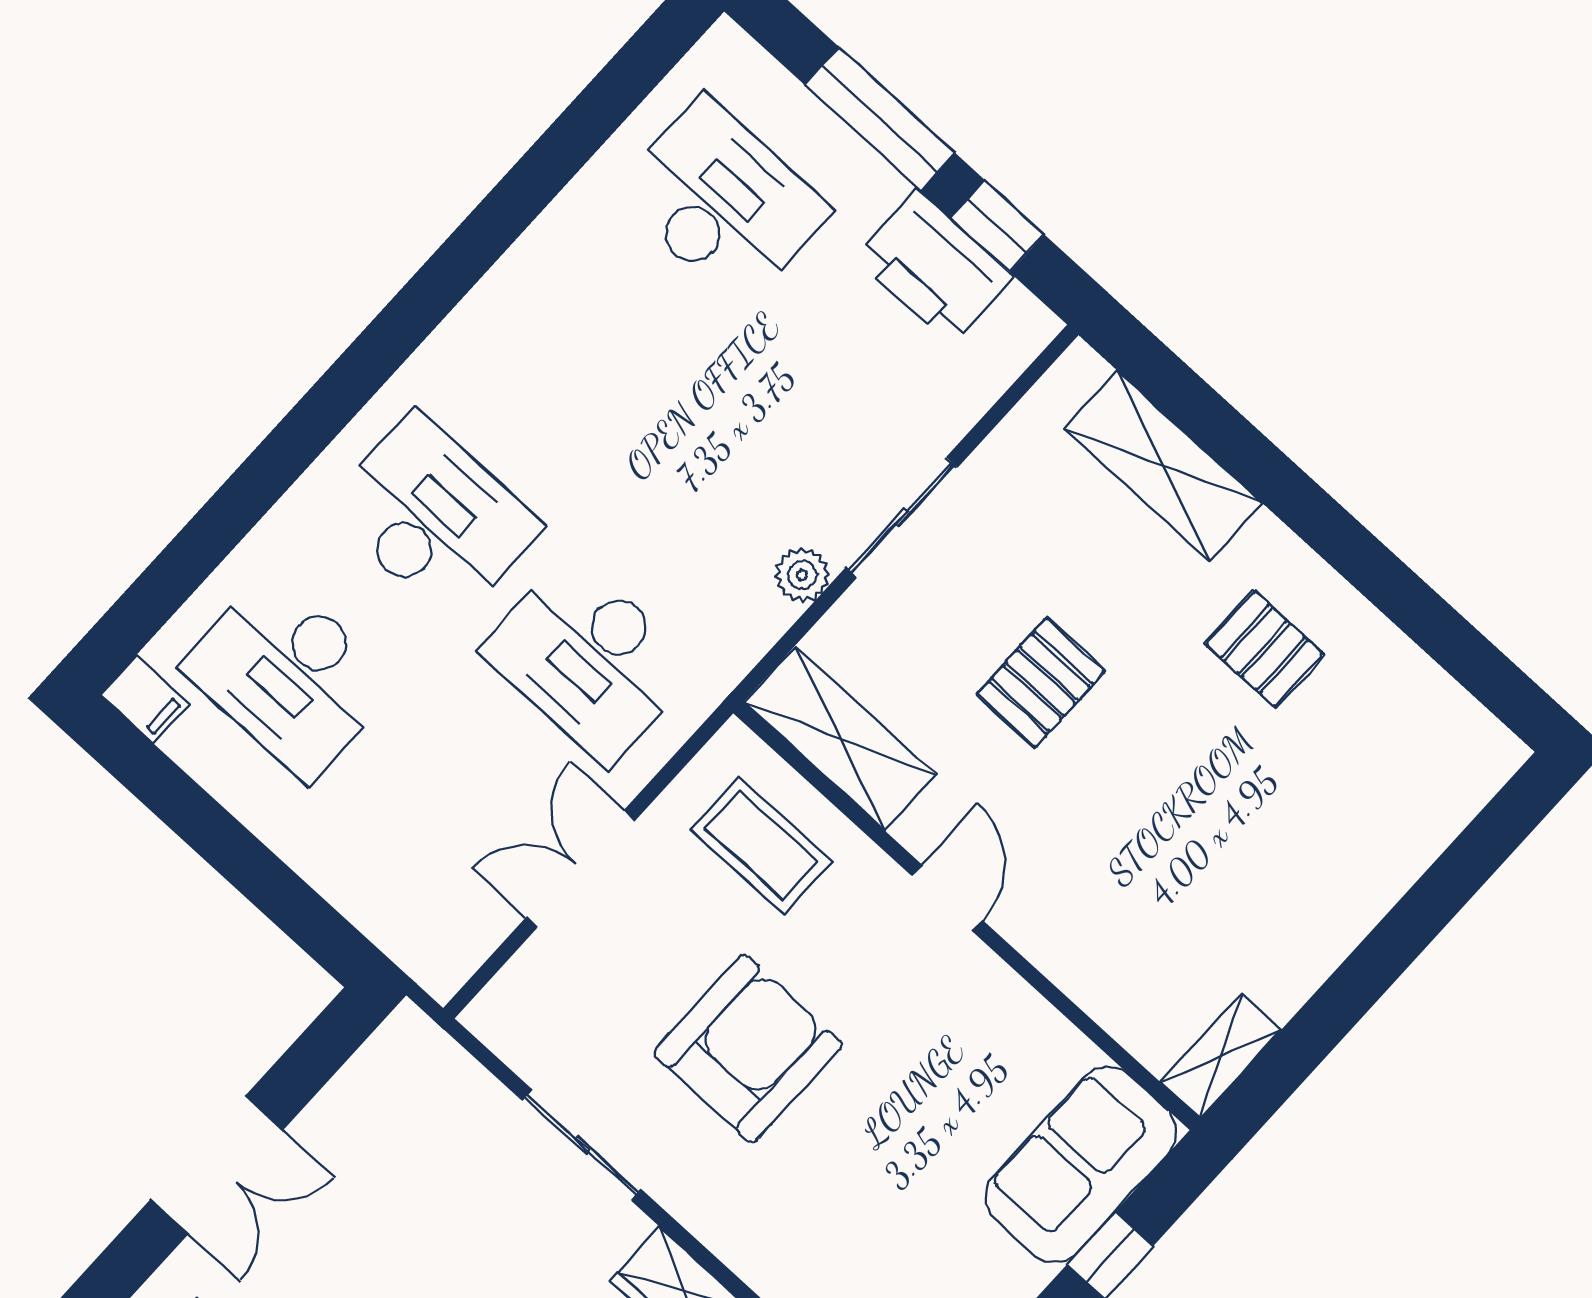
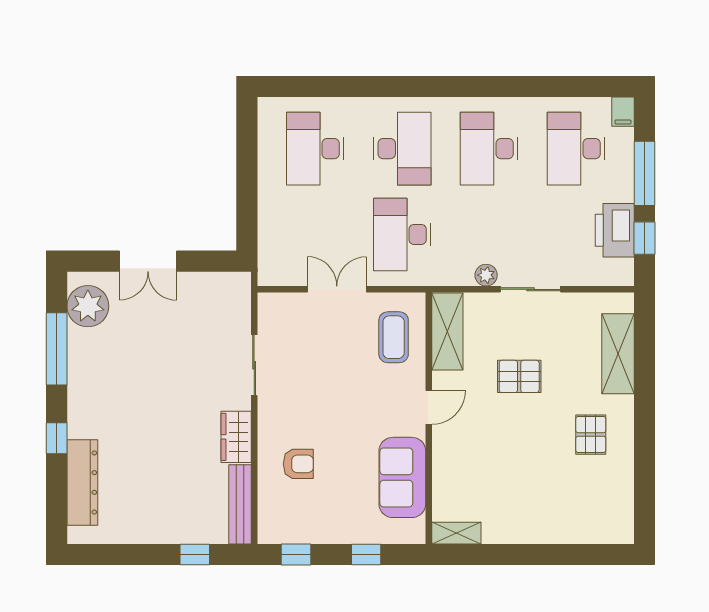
desk: (722, 202) -> (576, 149), turned 180
desk: (578, 360) -> (489, 149), added
filing cabinet: (145, 699) -> (623, 112), moved
armchair: (748, 1049) -> (298, 464), moved, width x0.53, depth x0.53
sofa: (1081, 1164) -> (402, 477), moved, turned -90

